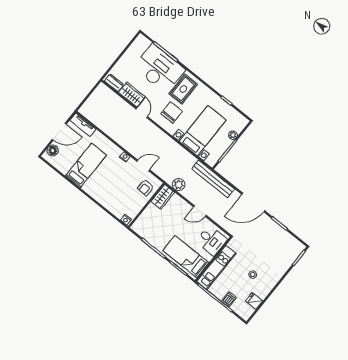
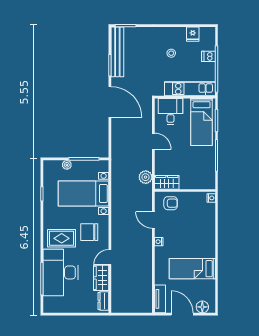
bench: (213, 179) -> (117, 52), moved

